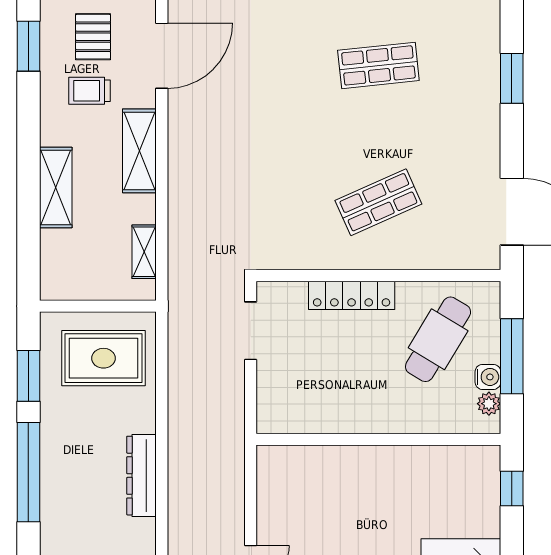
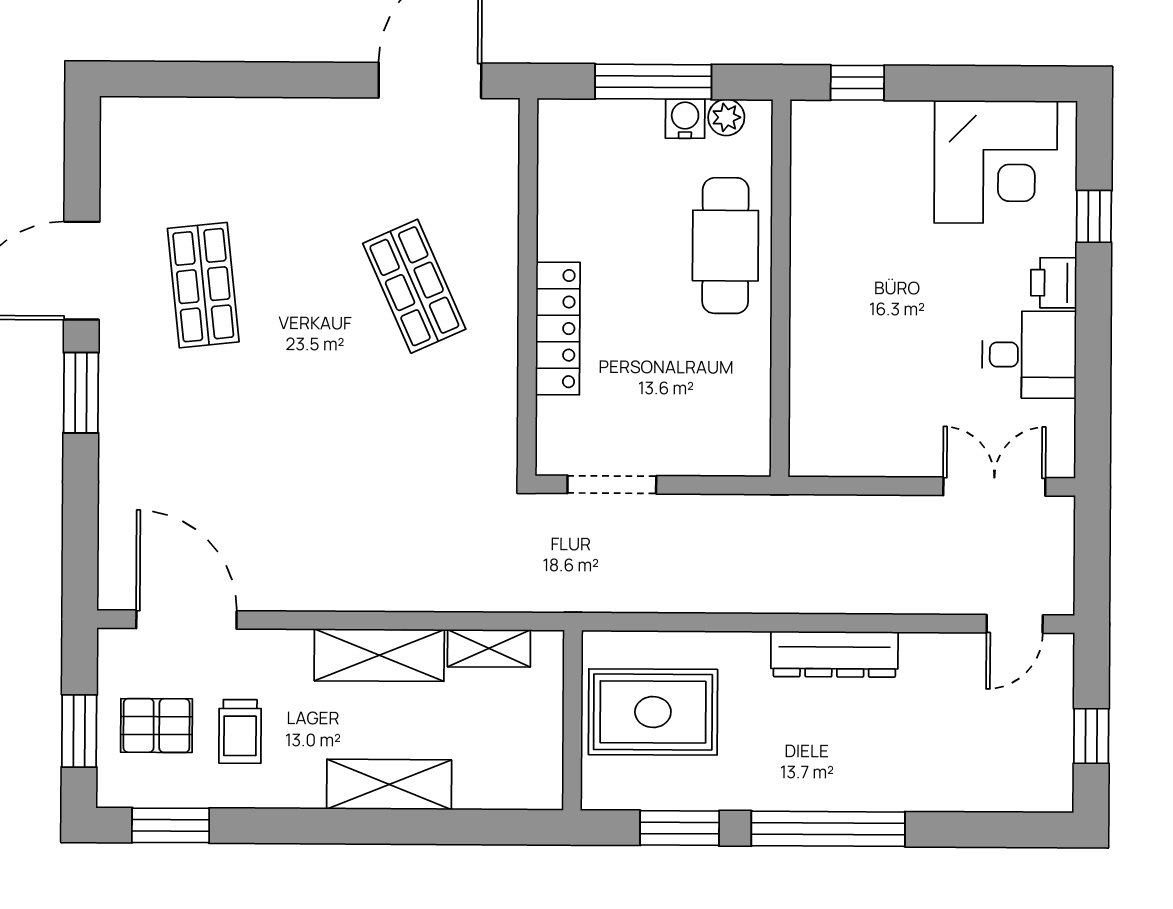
window: (512, 78) -> (224, 79), removed
shelving: (139, 151) -> (379, 655), moved
cafe table: (438, 339) -> (725, 246), moved, turned 59
rug: (103, 358) -> (653, 712), turned 90

